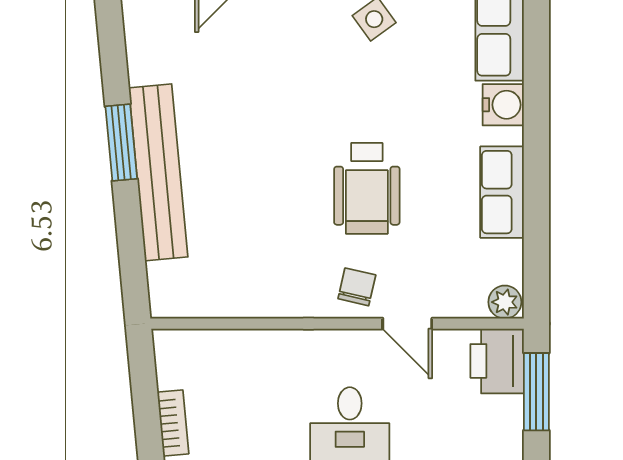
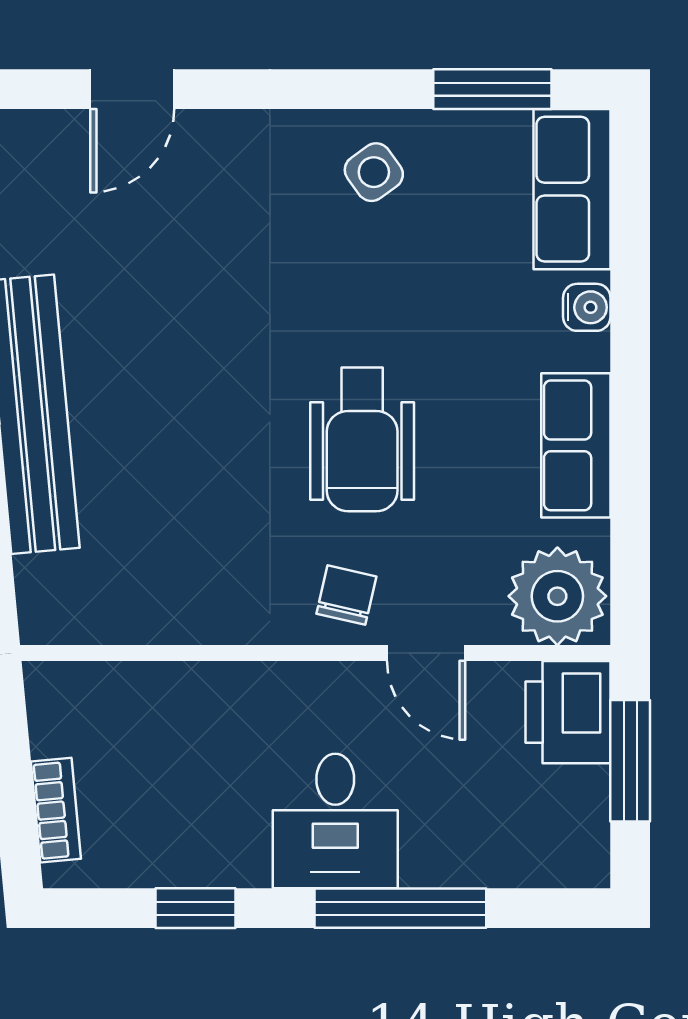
water cooler: (503, 105) -> (587, 307), width x0.72, depth x0.72
plant: (505, 302) -> (557, 596), width x1.88, depth x1.88

